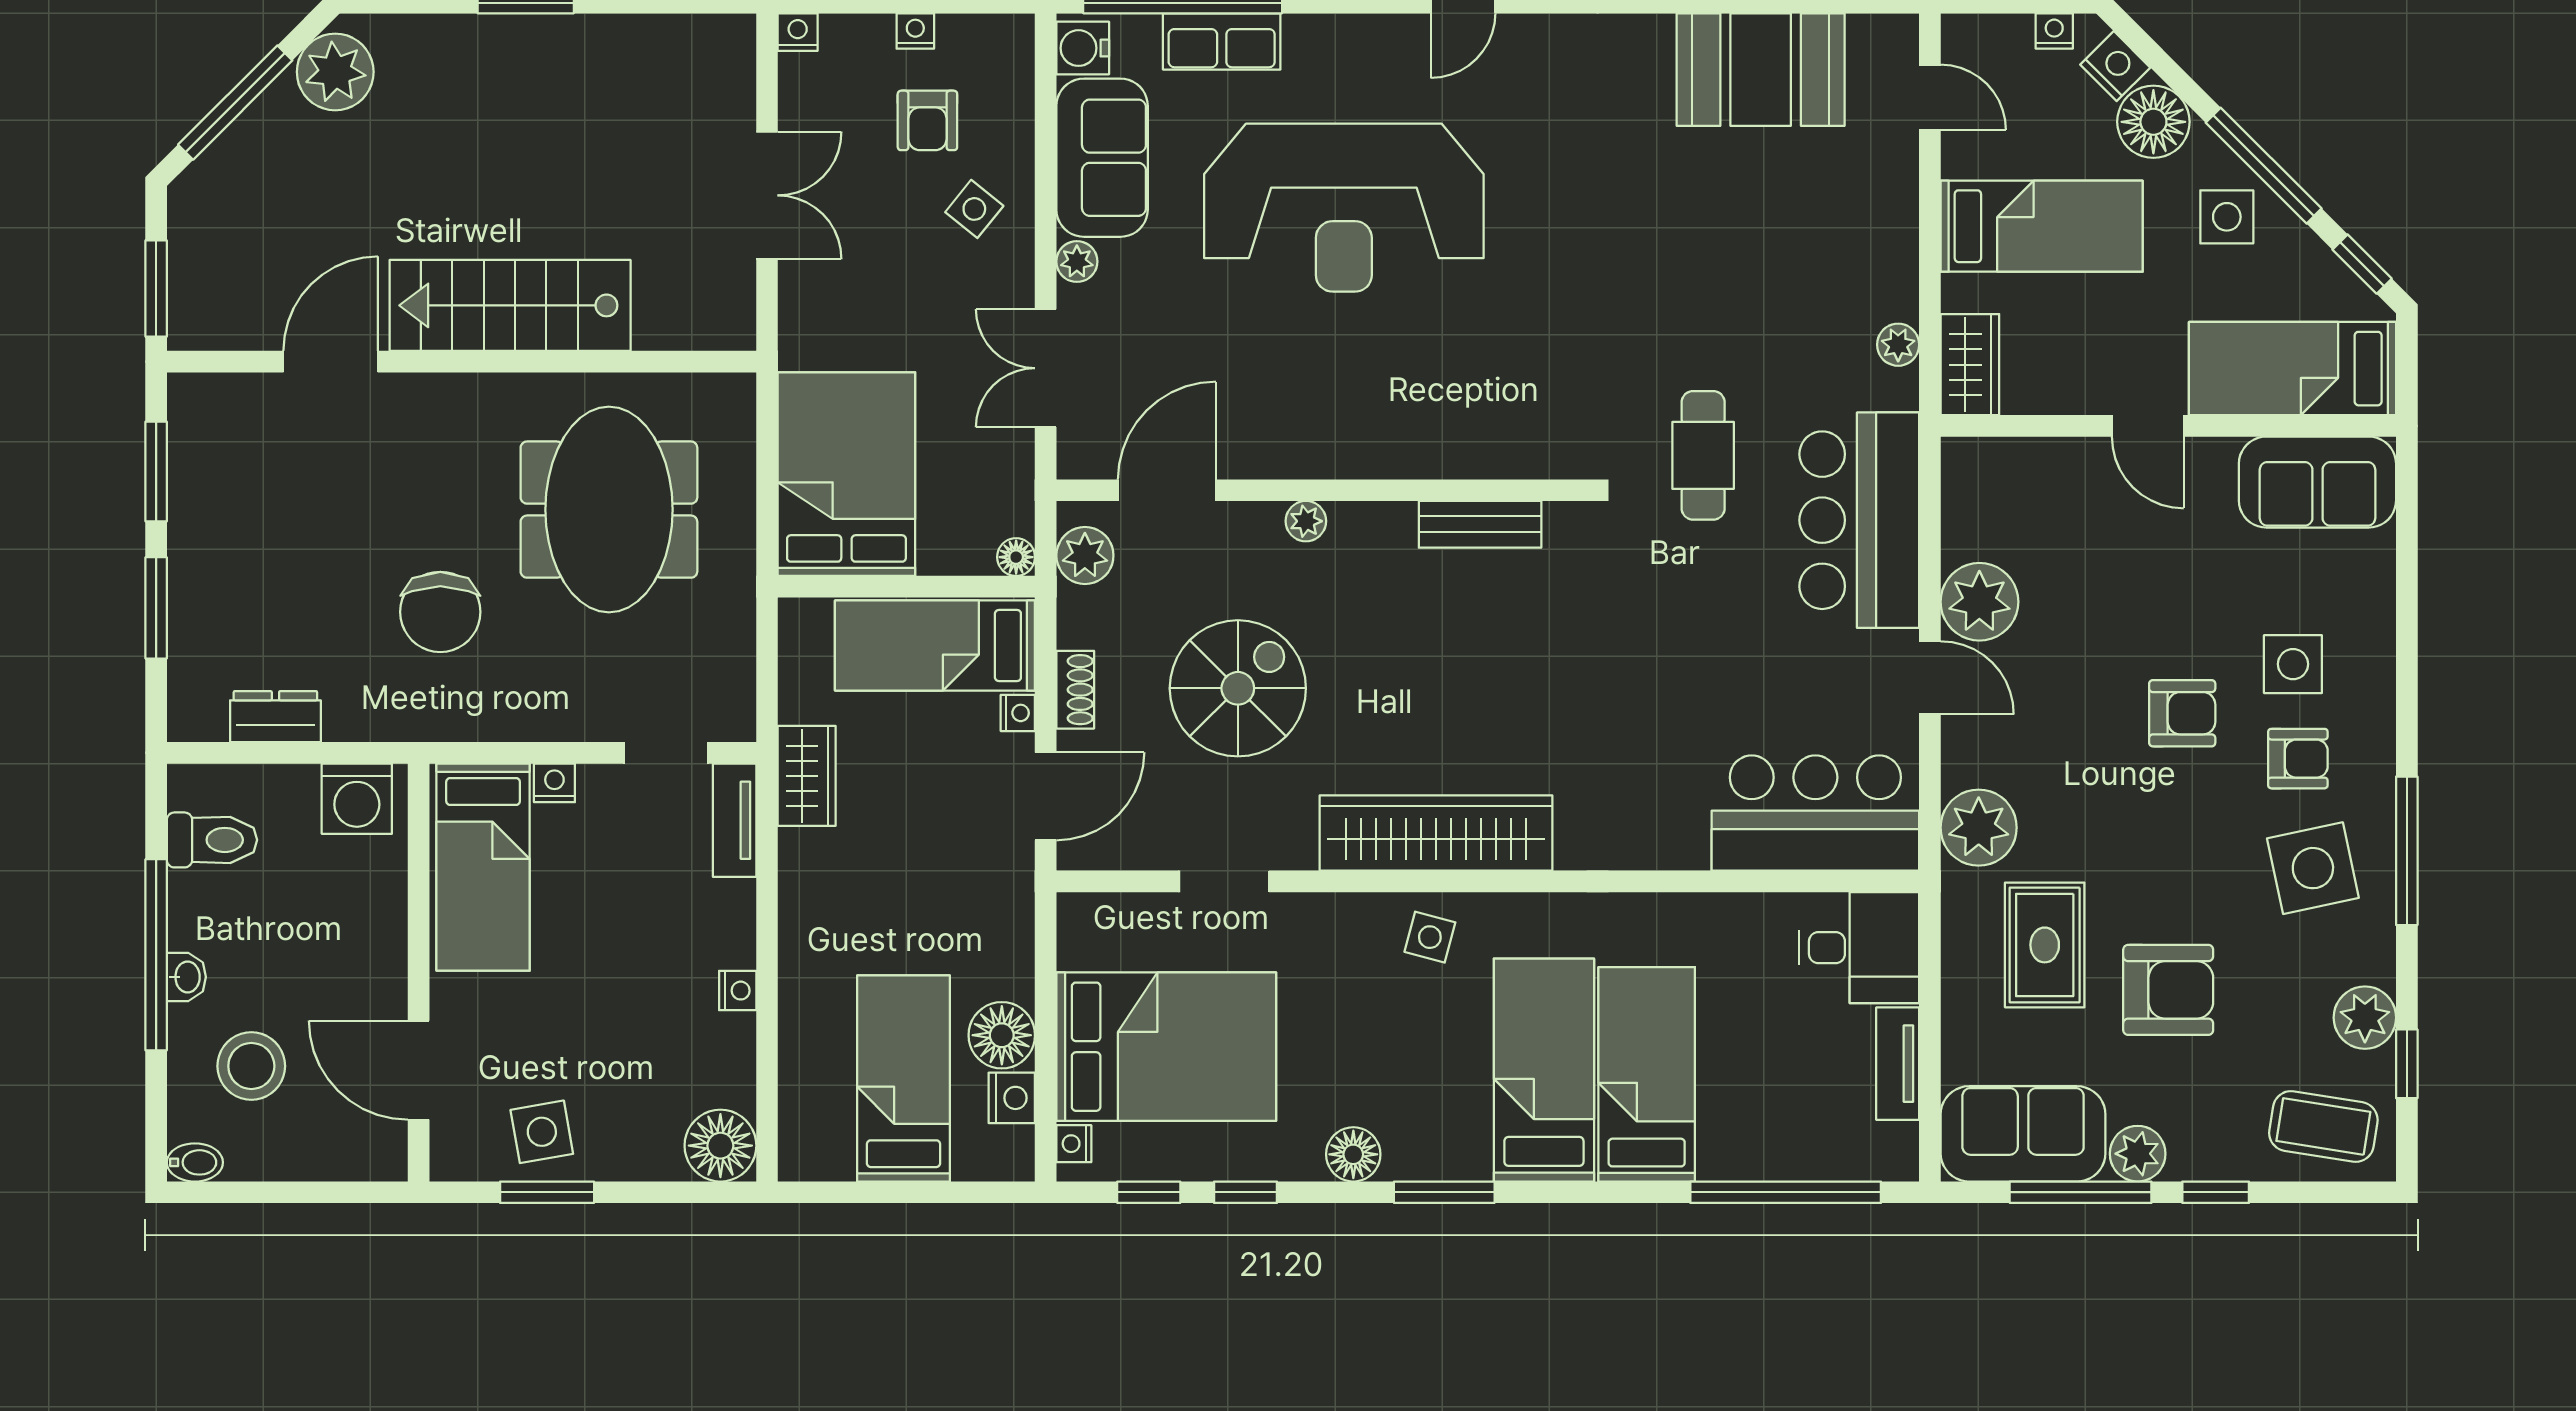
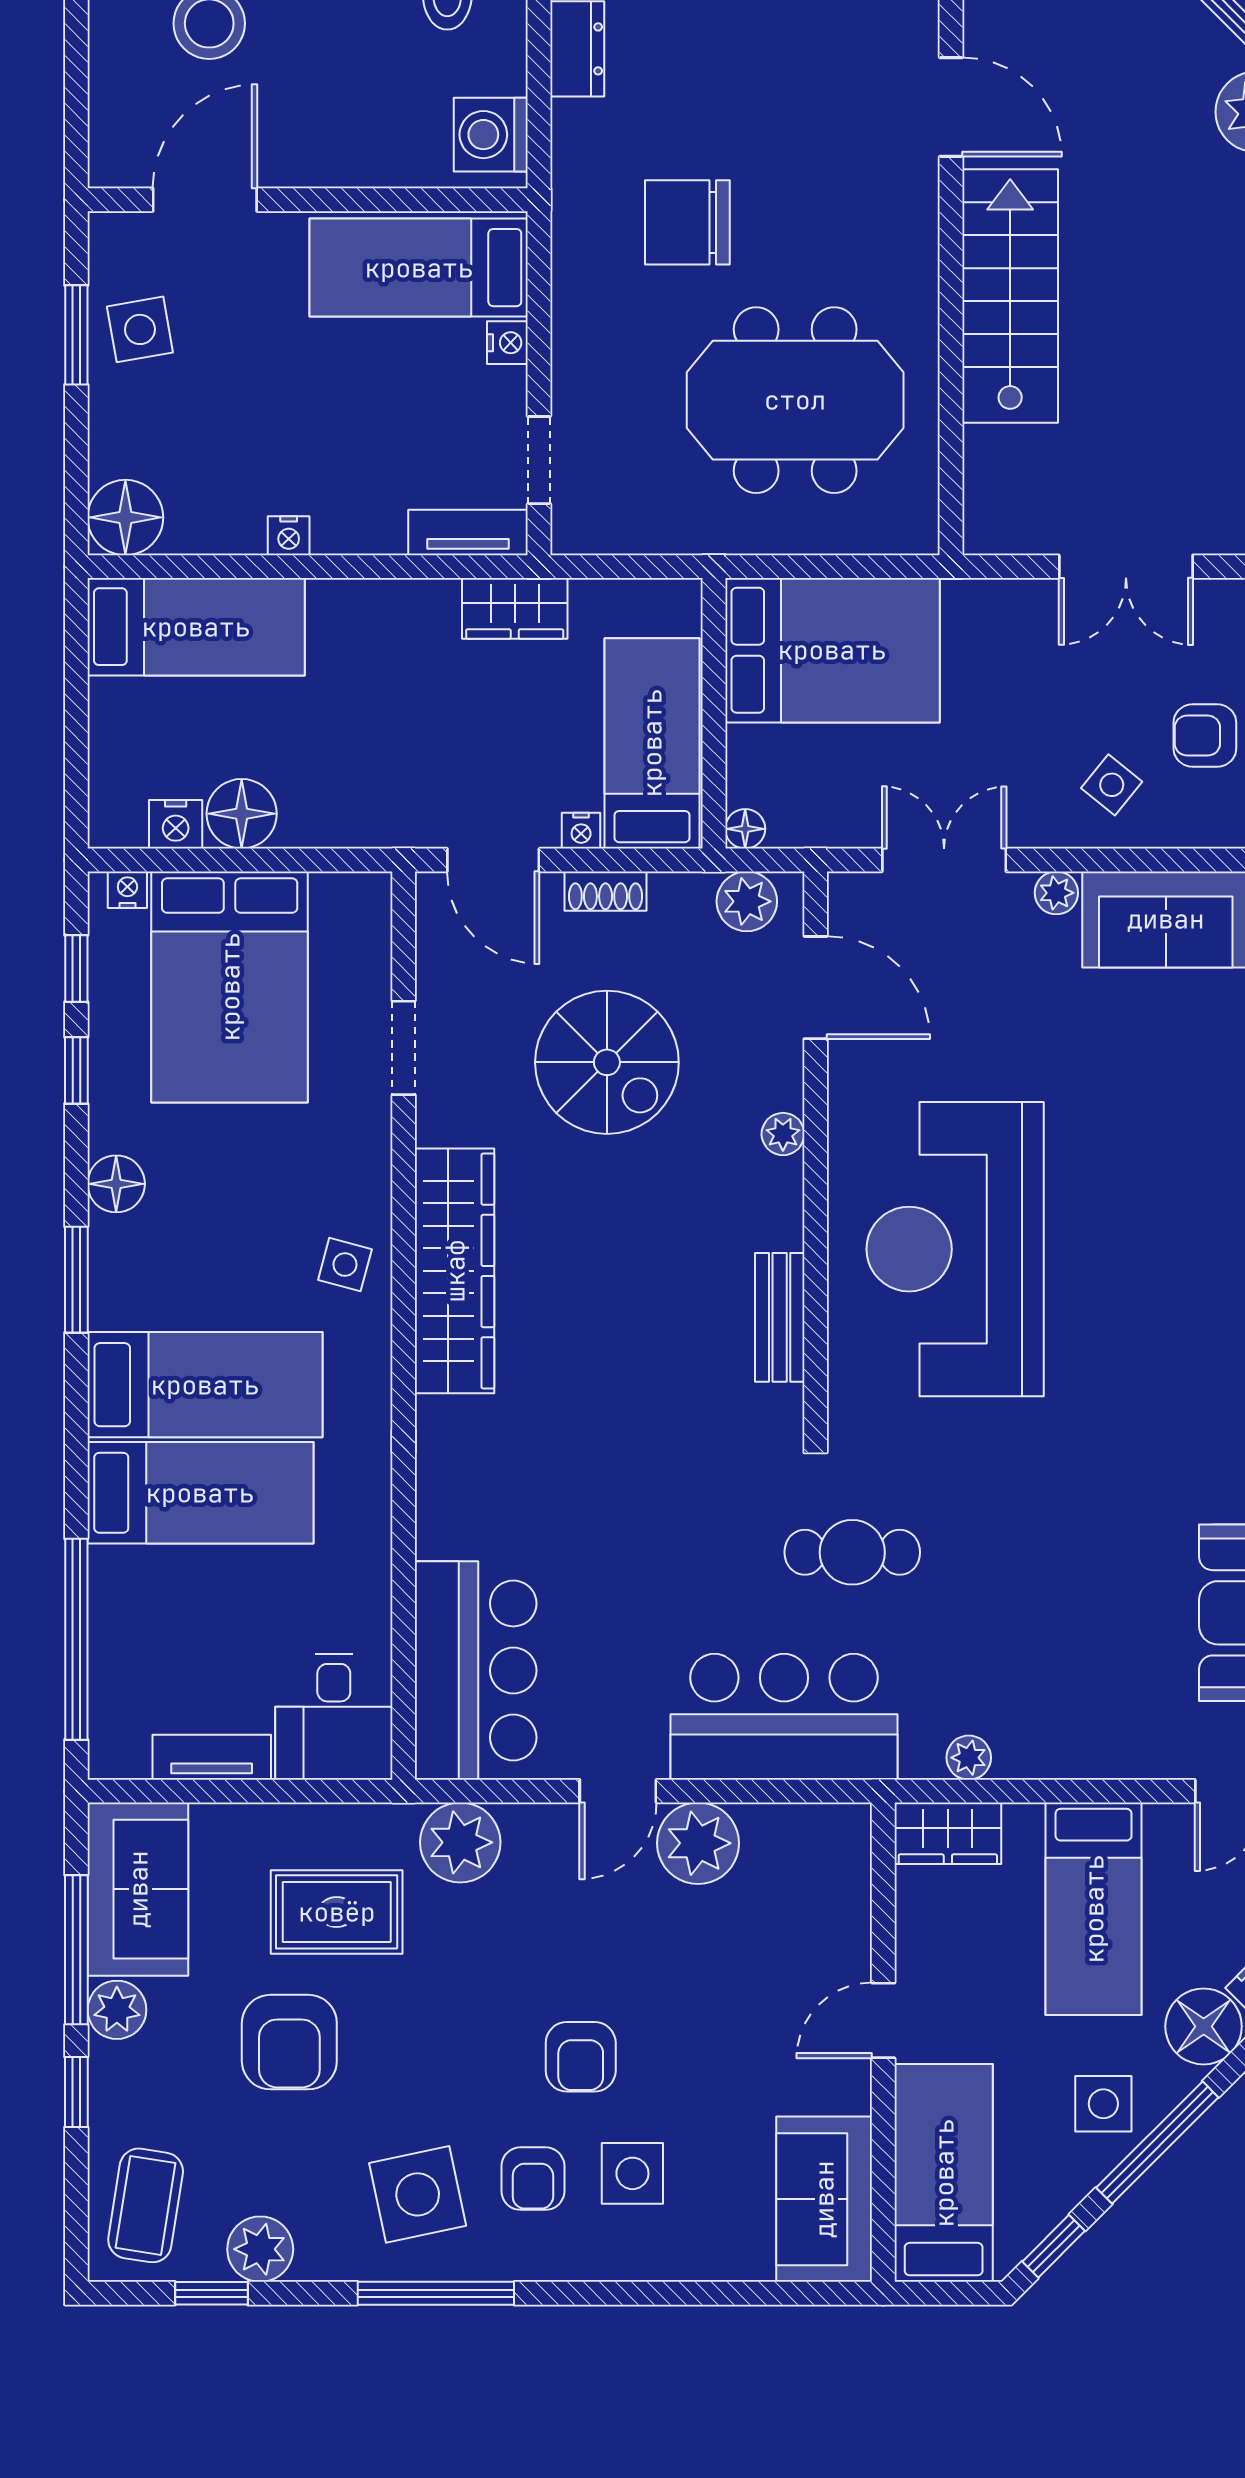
reception desk: (1344, 208) -> (955, 1249), moved
bed: (903, 1078) -> (196, 627), moved

